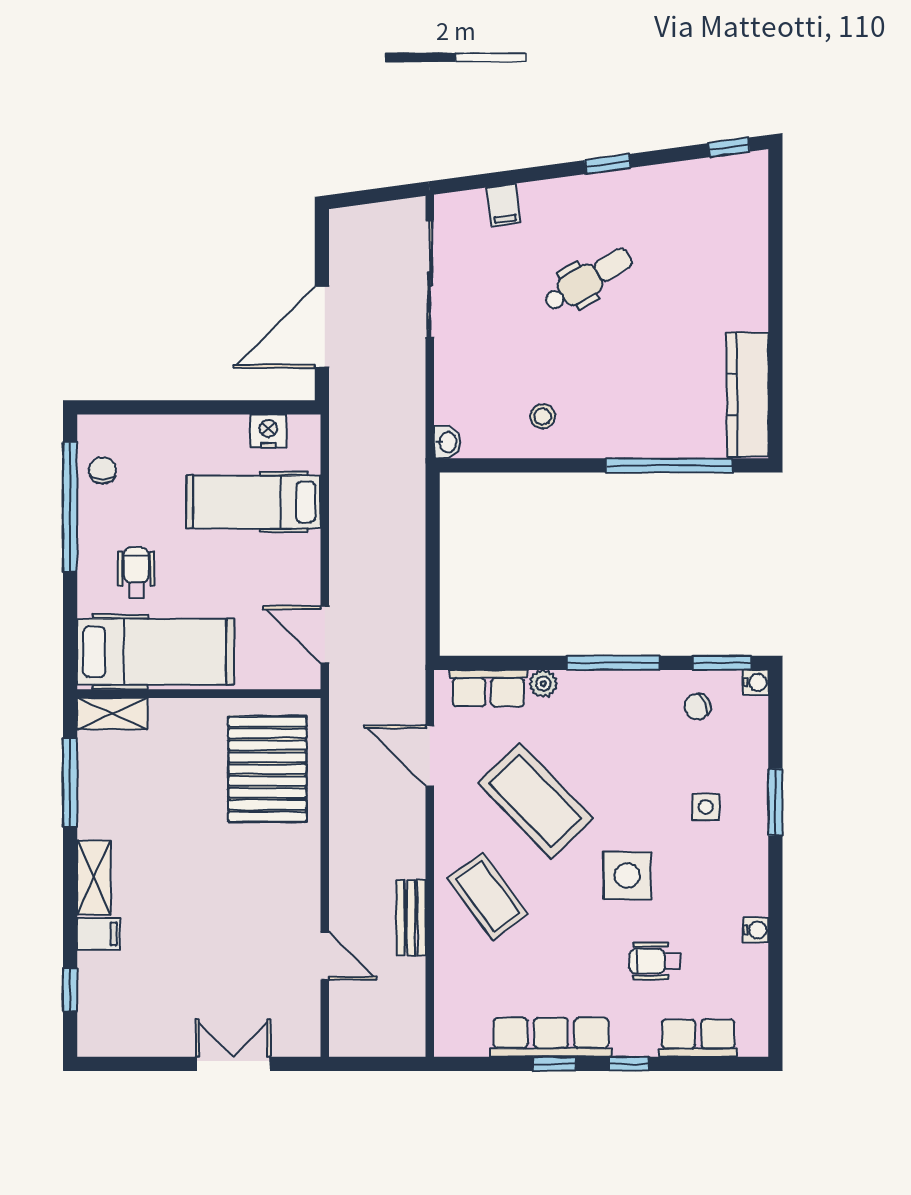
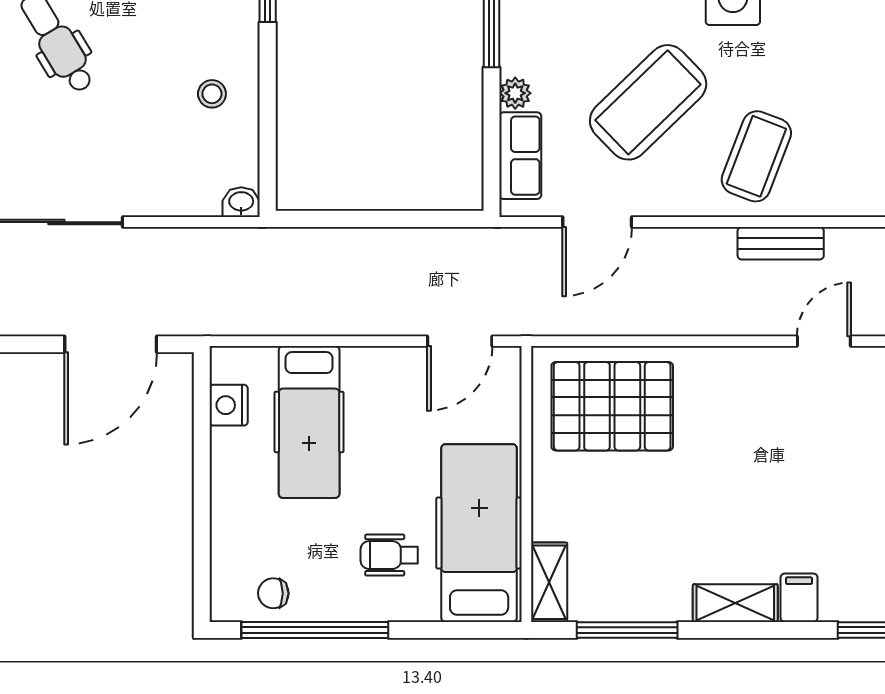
door: (322, 327) -> (111, 344), hinge flipped
coffee table: (488, 896) -> (756, 156), turned -33

